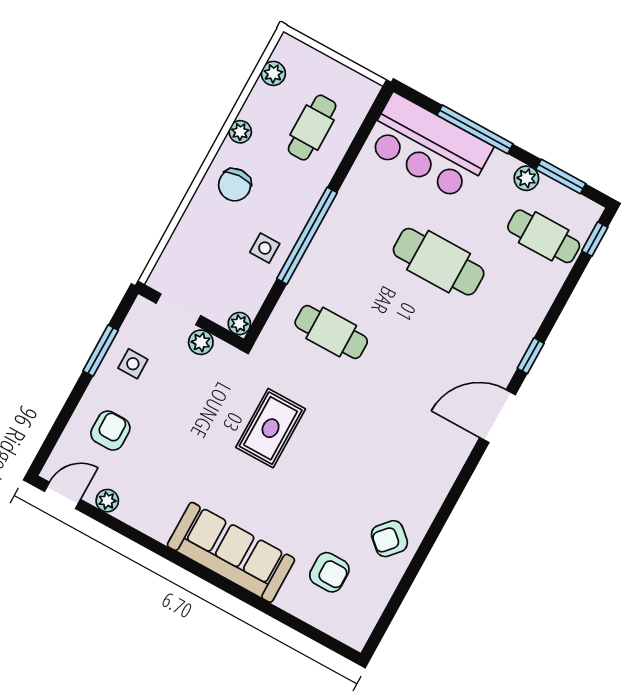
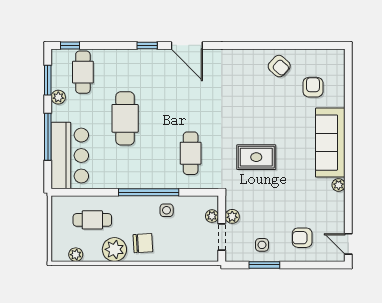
plant: (240, 132) -> (114, 249), width x1.87, depth x1.87
plant: (239, 324) -> (212, 216), moved
plant: (107, 501) -> (339, 185), moved

